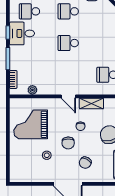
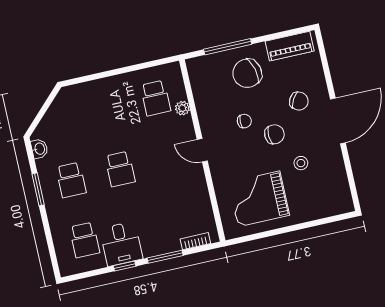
plant: (32, 90) -> (182, 108), moved
door: (68, 96) -> (202, 150), swing flipped
shelving: (91, 103) -> (205, 112), removed
grand piano: (31, 124) -> (259, 199), turned 90

